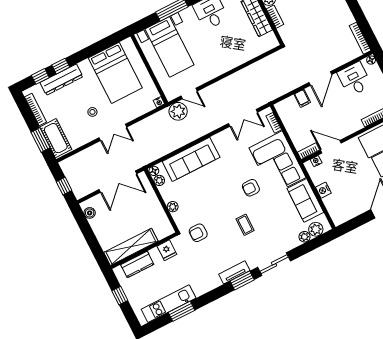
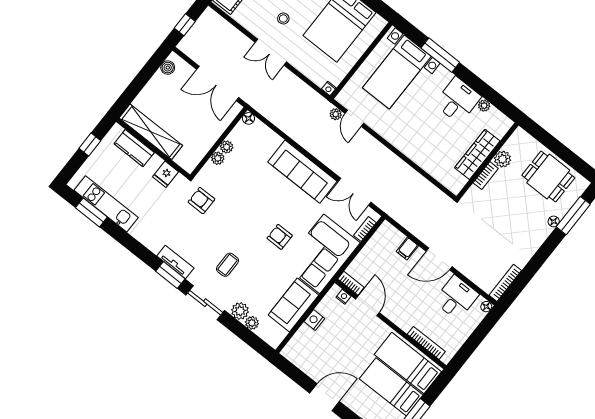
plant: (178, 111) -> (336, 114), width x0.53, depth x0.53
sofa: (191, 159) -> (302, 172), moved
plant: (159, 180) -> (227, 147), moved
coffee table: (245, 225) -> (228, 265), moved
plant: (316, 229) -> (240, 311), moved
window: (182, 311) -> (91, 212), moved

